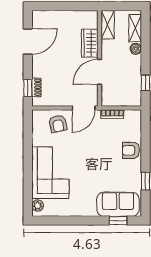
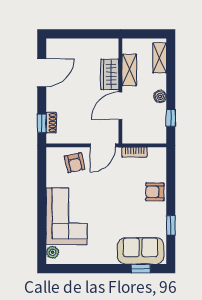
shelving: (108, 25) -> (129, 70), moved
boiler: (136, 49) -> (160, 96), moved

